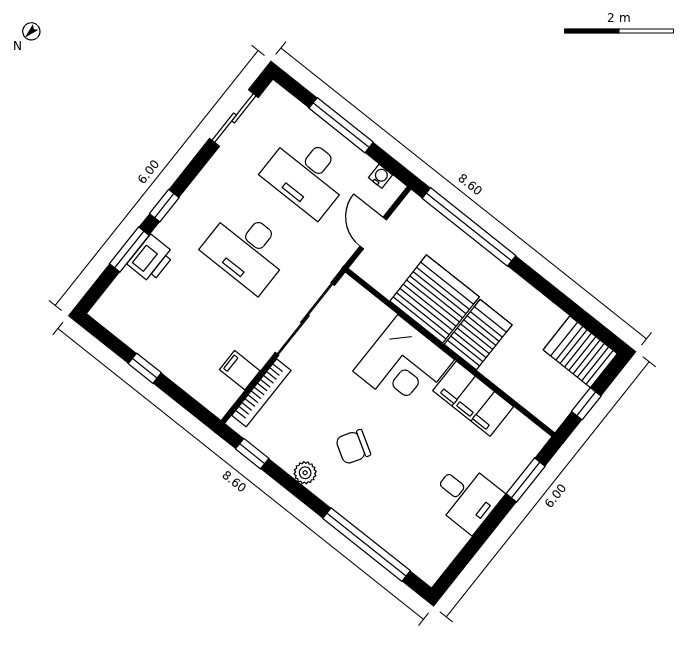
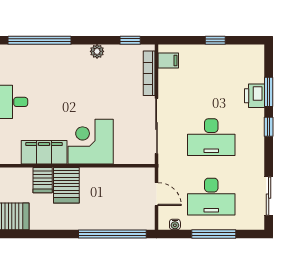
desk: (307, 175) -> (211, 197), turned 180
desk: (247, 250) -> (211, 137), turned 180
server rack: (435, 299) -> (43, 180), moved, width x0.46, depth x0.70
filing cabinet: (240, 370) -> (168, 60), moved
chair: (353, 447) -> (84, 83), removed

